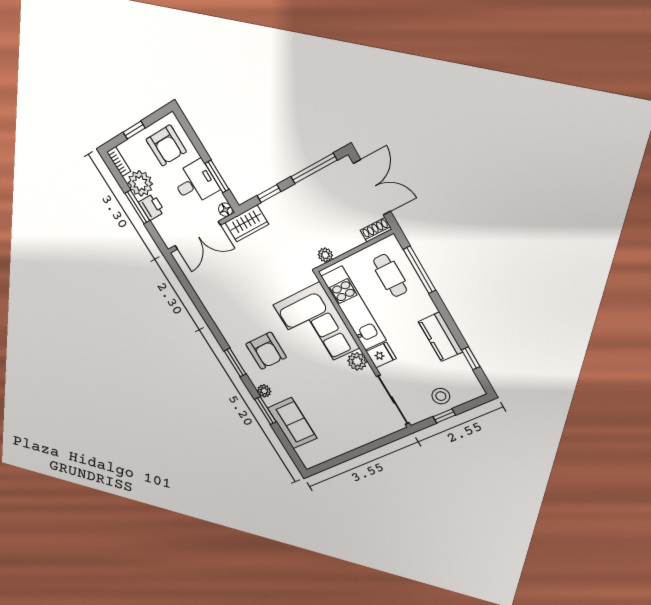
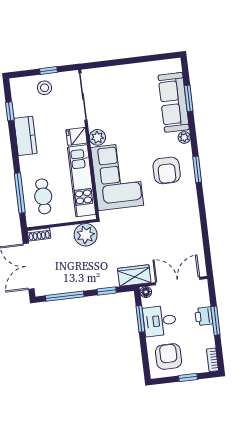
plant: (140, 183) -> (204, 337), removed
plant: (325, 255) -> (86, 235), width x1.87, depth x1.87
armchair: (266, 351) -> (167, 170), turned 180
window: (265, 411) -> (189, 98), moved
sofa: (292, 423) -> (174, 102), width x1.36

